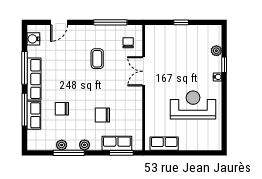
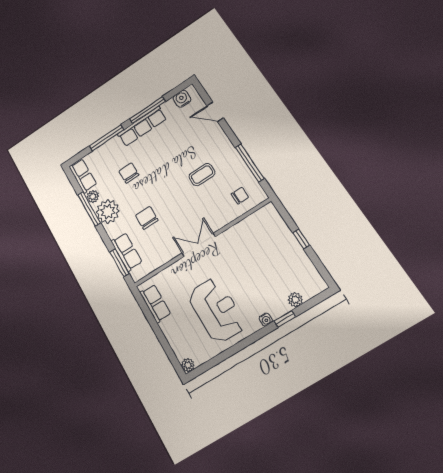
double door: (144, 71) -> (199, 245), moved
row of seats: (34, 115) -> (83, 176), moved, turned -90
plant: (85, 145) -> (108, 212), width x1.88, depth x1.88
plant: (217, 145) -> (188, 365), added

